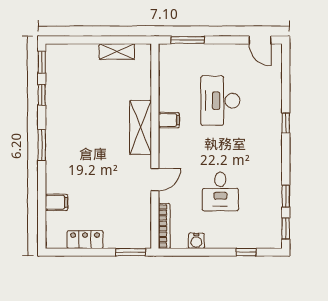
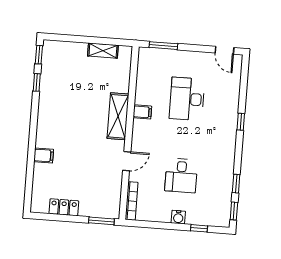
window: (42, 145) -> (34, 125), removed
filing cabinet: (56, 202) -> (44, 155), moved
water cooler: (196, 241) -> (178, 217), moved

